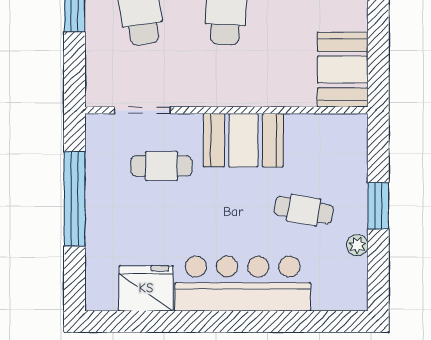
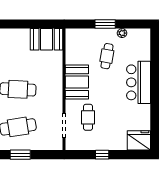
window: (75, 199) -> (102, 155), width x0.32
bar counter: (243, 284) -> (139, 82), width x0.73
fridge: (146, 288) -> (139, 140), moved, turned 90

